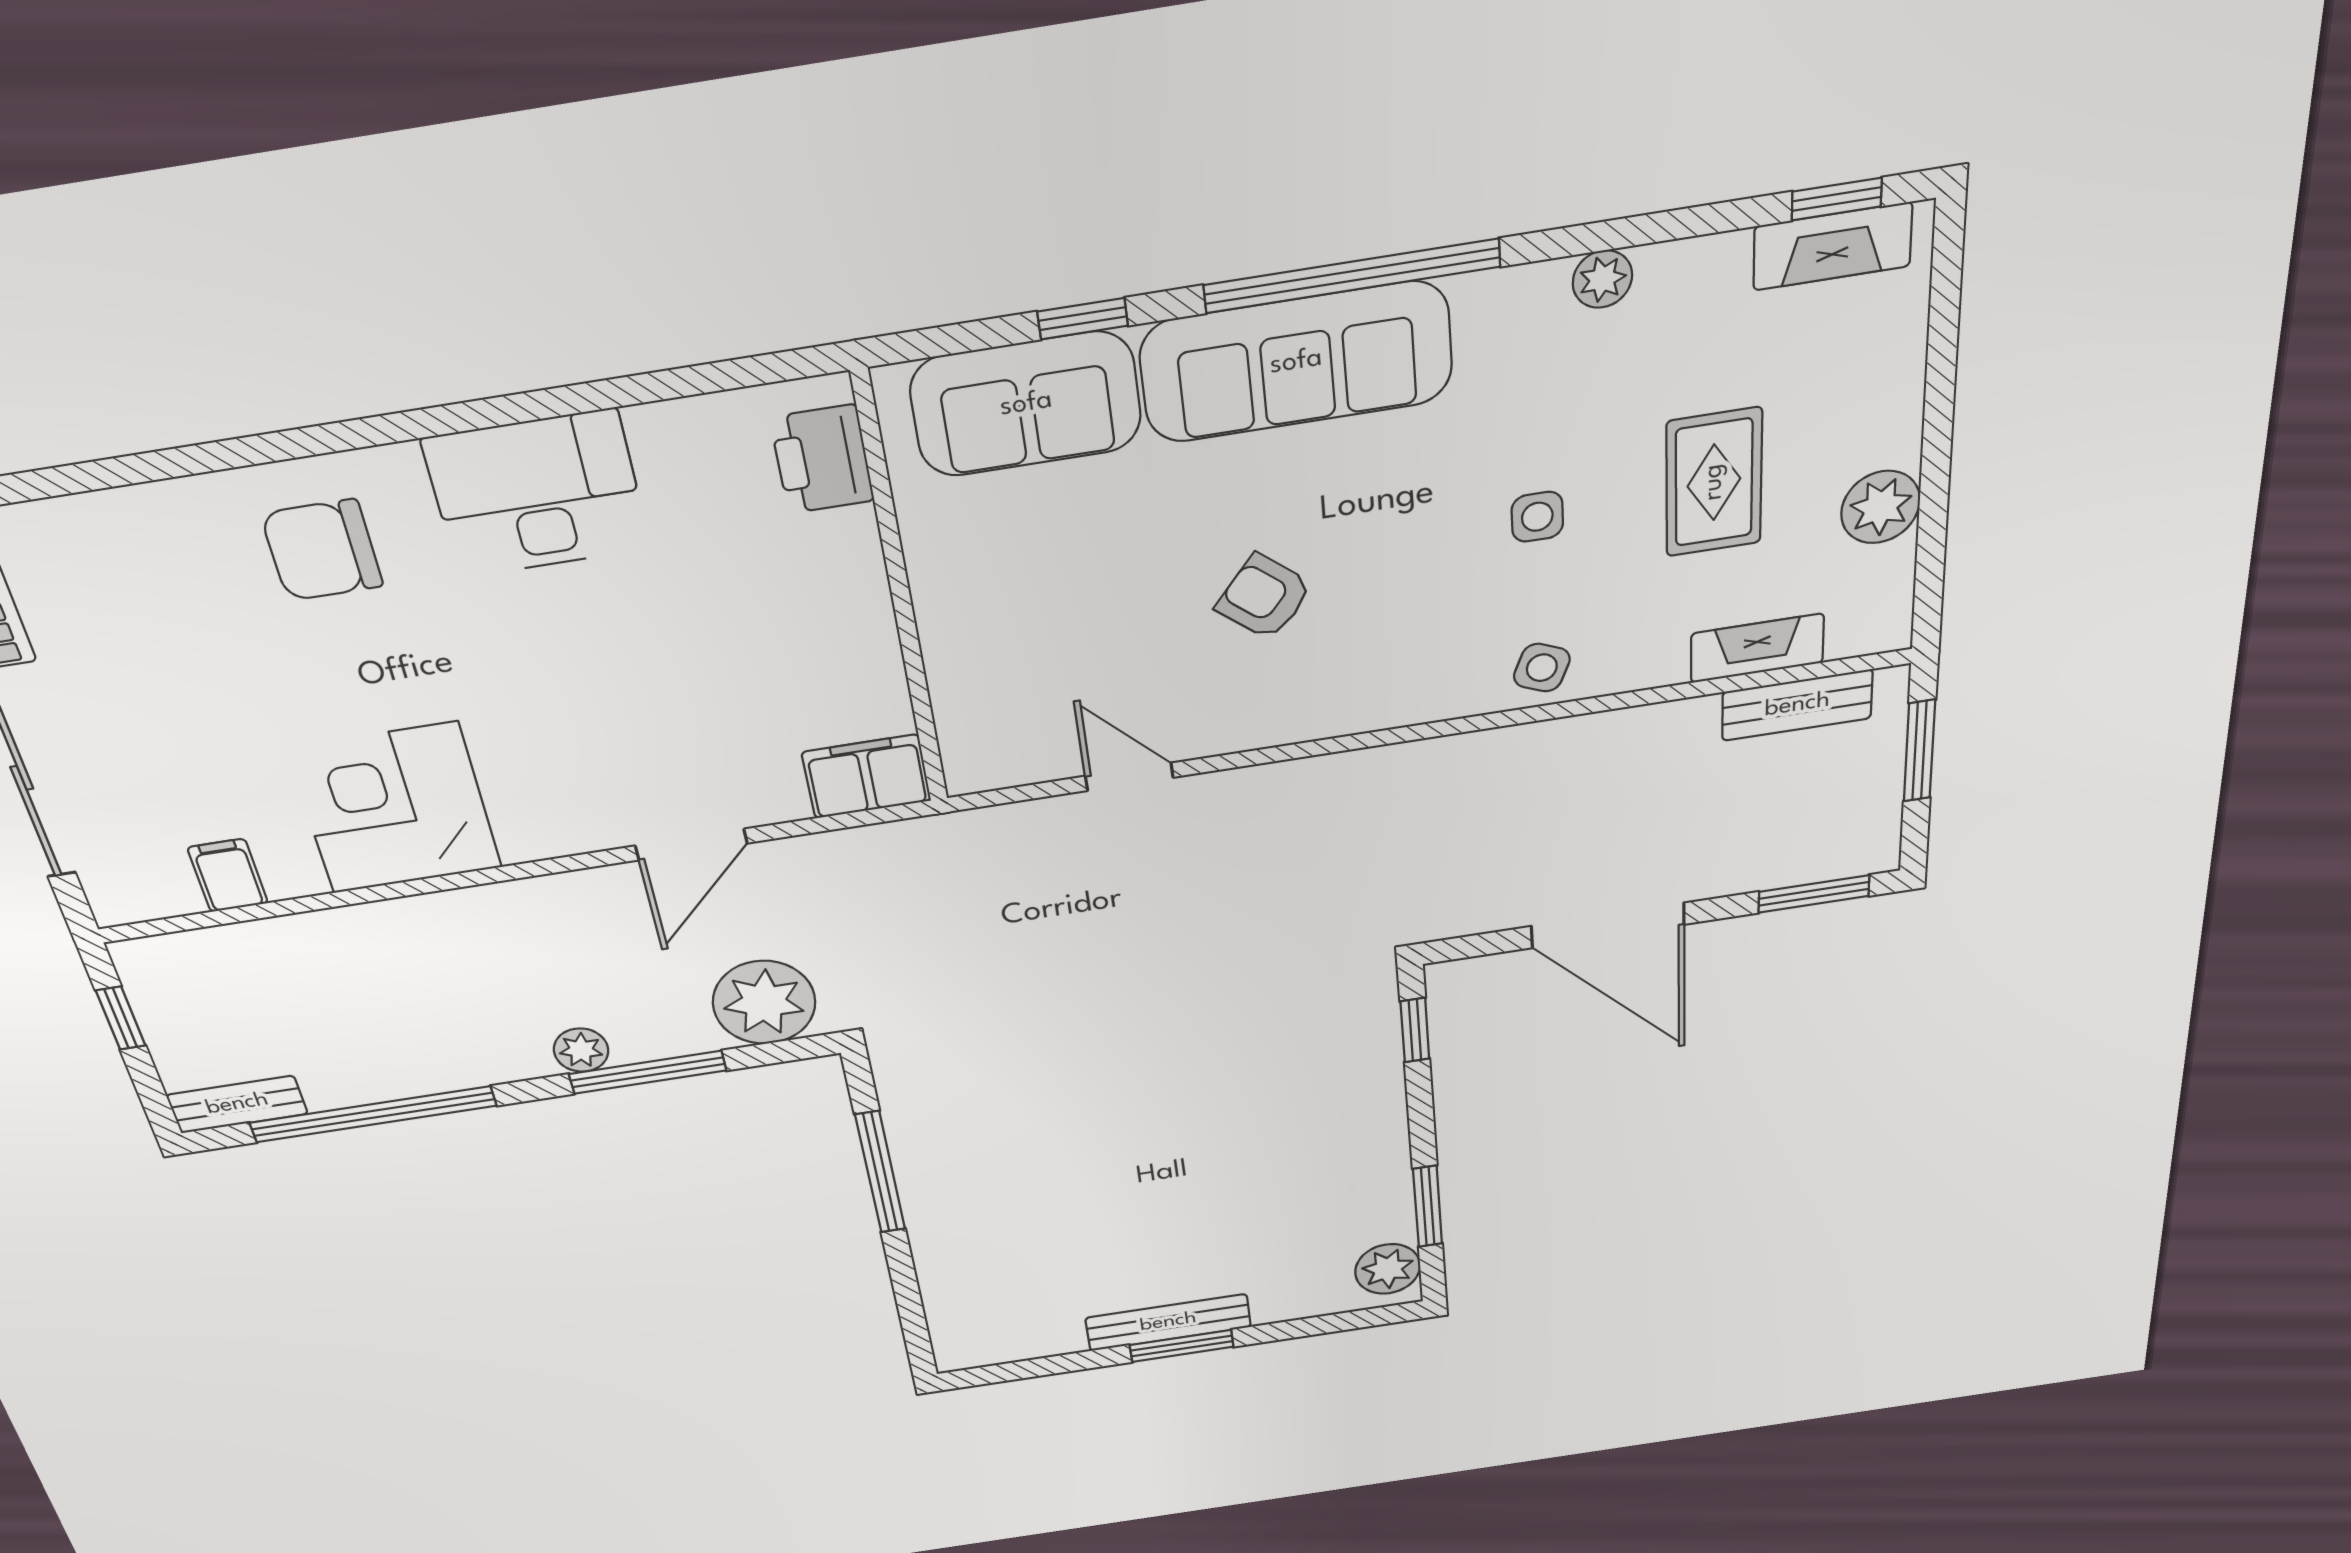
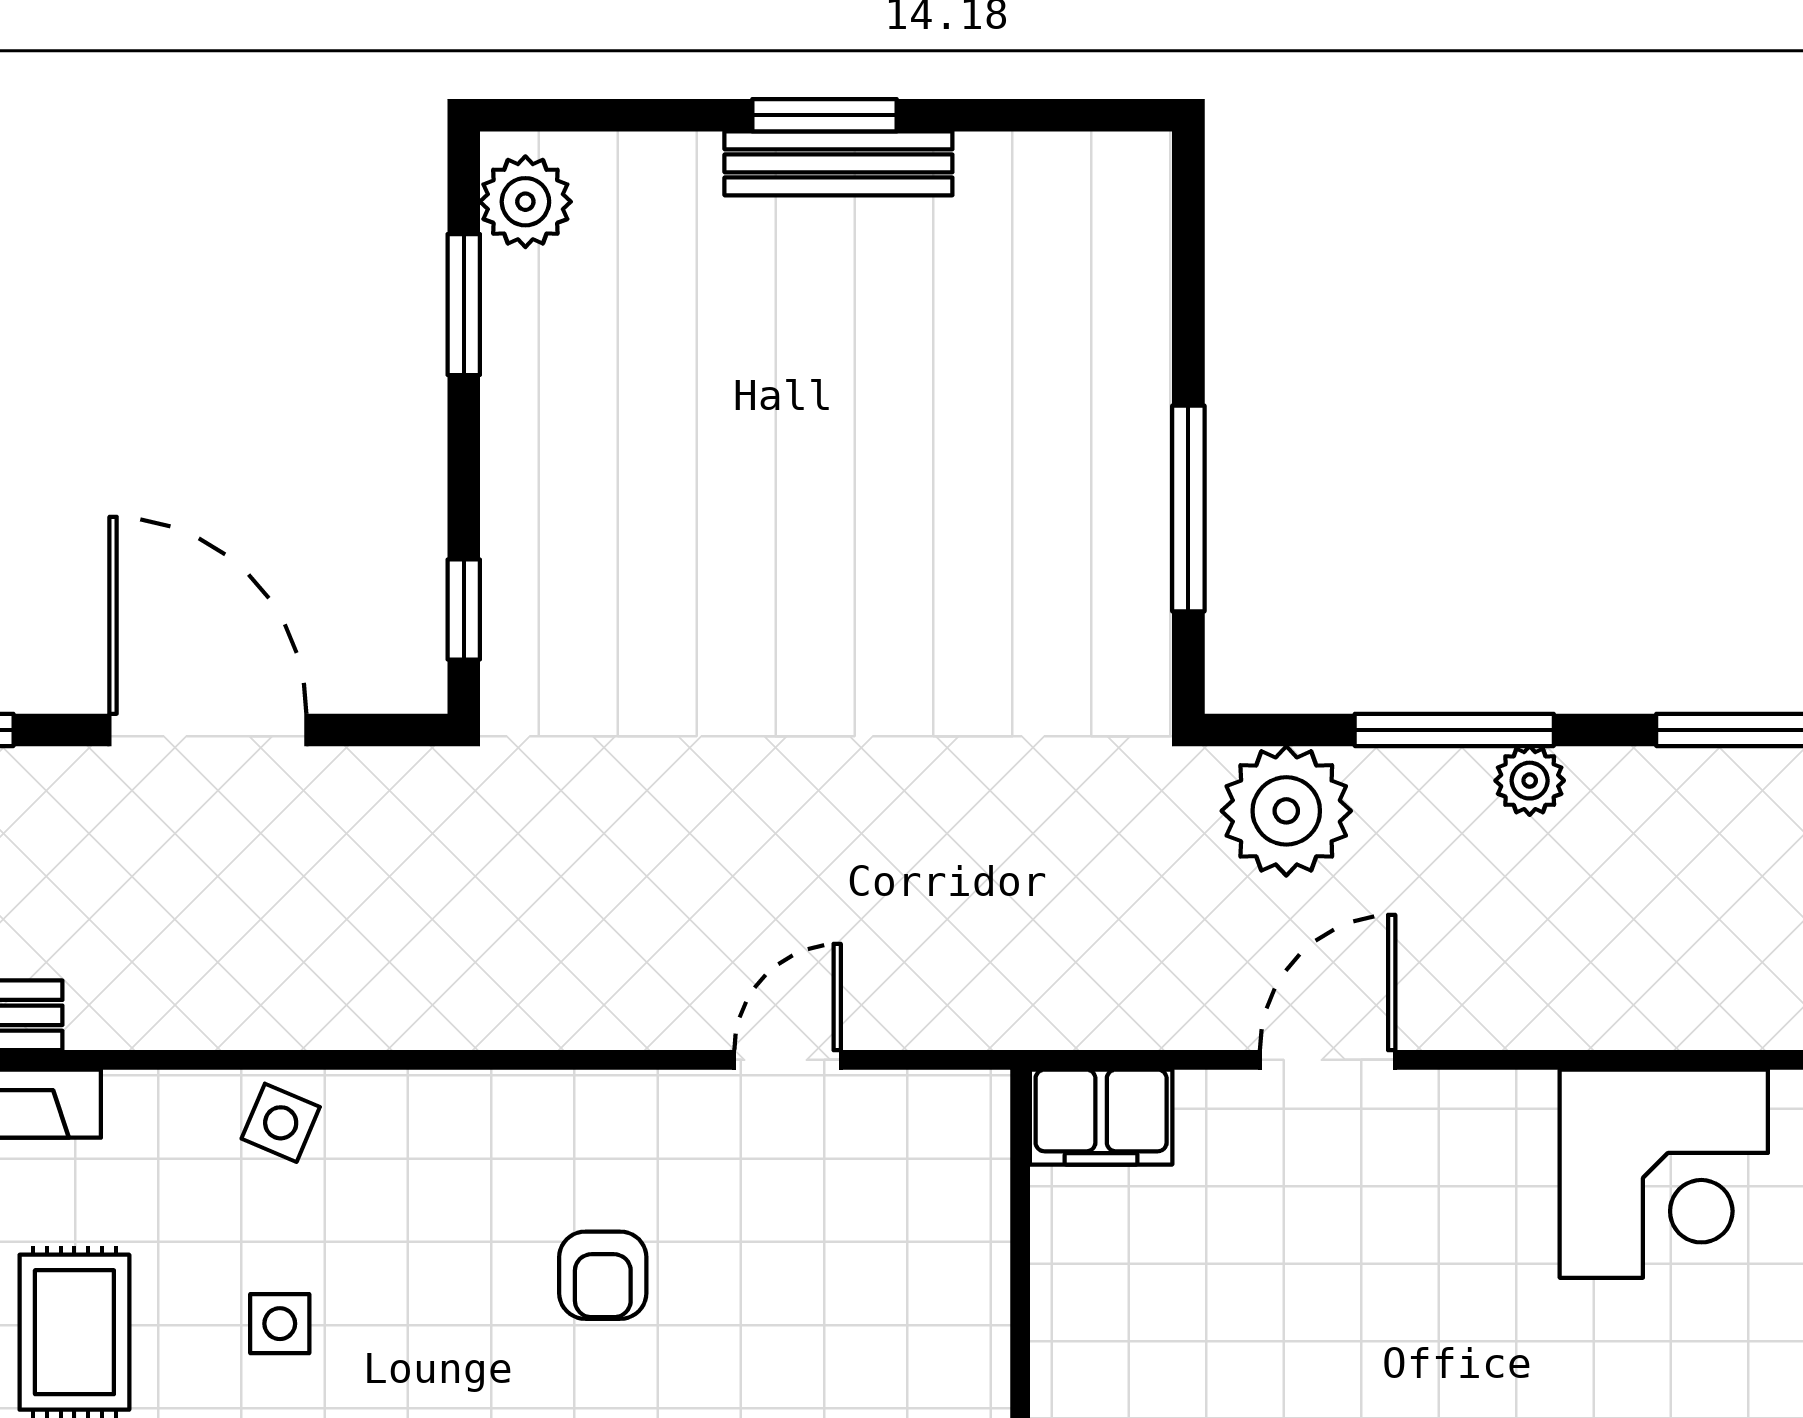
armchair: (1264, 597) -> (603, 1275), turned 50
door: (1129, 777) -> (788, 1060), swing flipped

